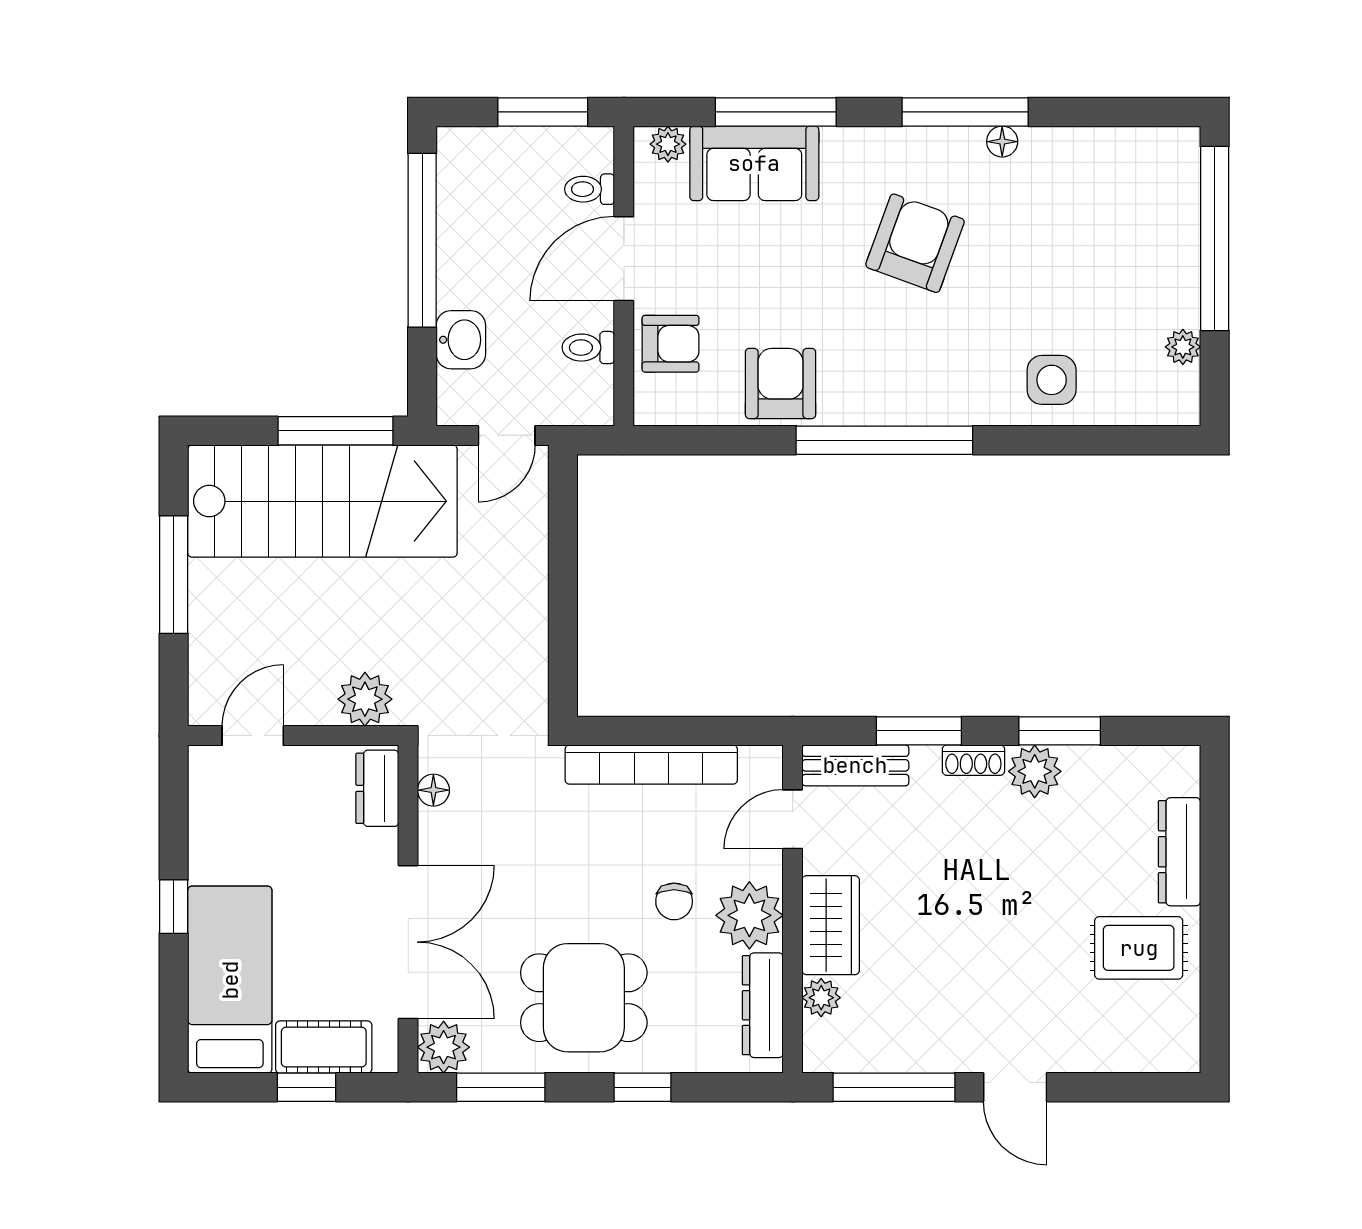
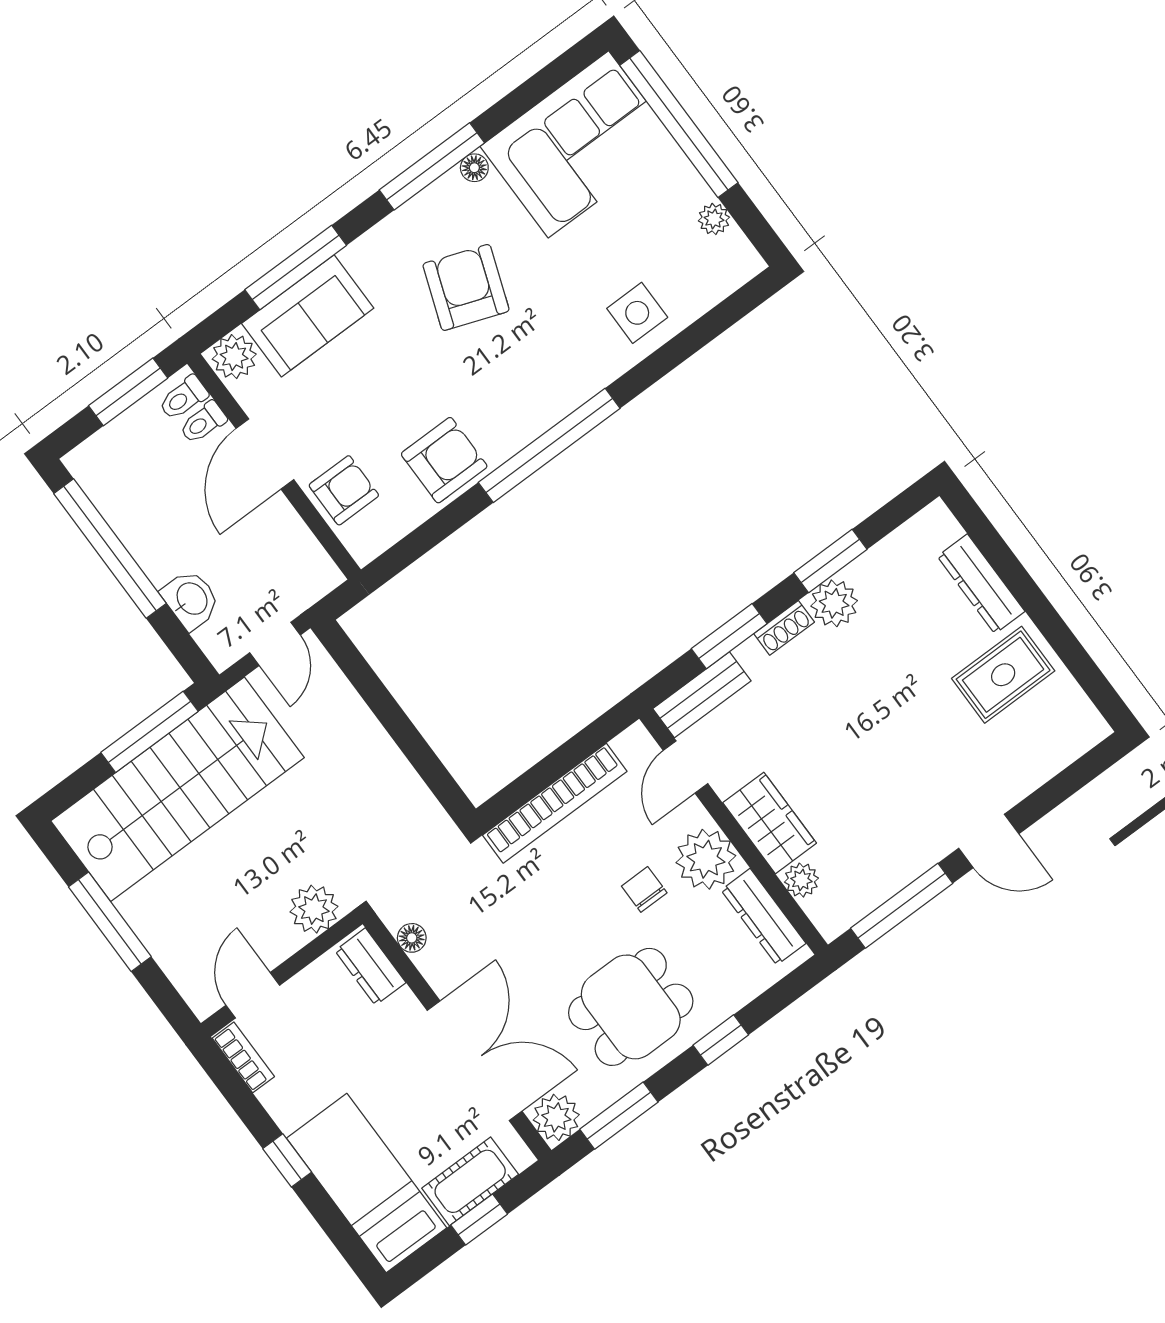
plant: (668, 144) -> (234, 357), width x1.38, depth x1.38
corner sofa: (1111, 190) -> (578, 144), added
toilet: (588, 348) -> (183, 398), moved
armchair: (781, 383) -> (444, 460), turned 90
bookcase: (203, 785) -> (243, 1057), added
chair: (674, 901) -> (644, 889), turned 180

